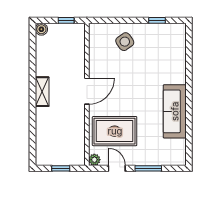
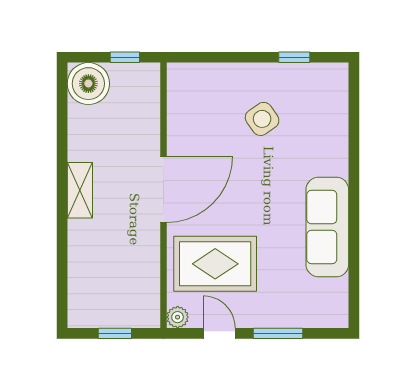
boiler: (41, 29) -> (88, 84), width x1.86, depth x1.86
side table: (125, 42) -> (262, 119), moved
door: (87, 91) -> (163, 189), width x1.36

